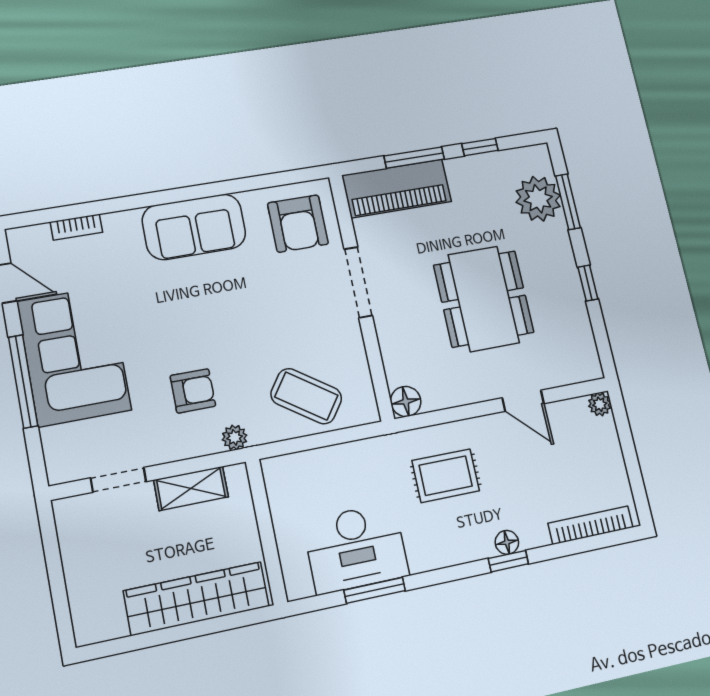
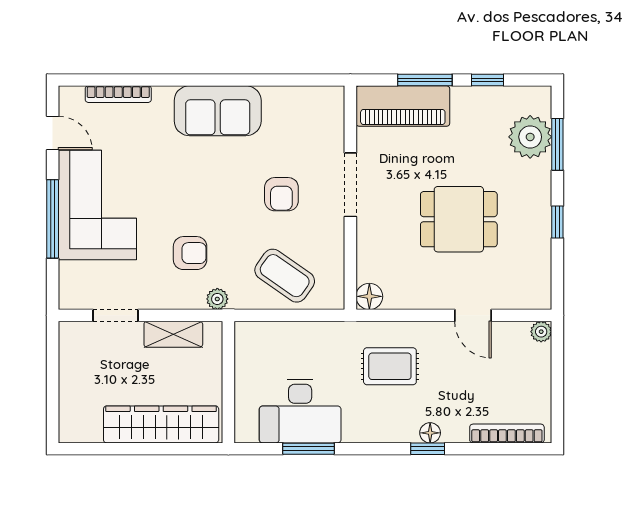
armchair: (298, 224) -> (281, 194), moved, width x0.72, depth x0.72
bookcase: (76, 227) -> (118, 94), width x1.56
dining table: (484, 299) -> (459, 219), width x0.73

